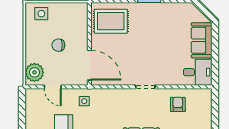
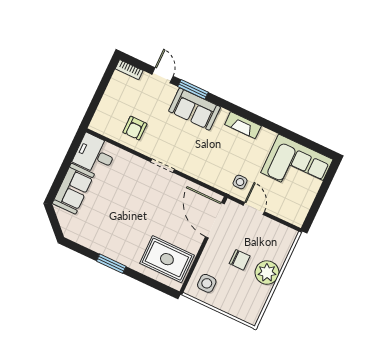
side table: (41, 14) -> (207, 283), moved
plant: (34, 72) -> (267, 273), moved
door: (53, 87) -> (254, 208), moved

